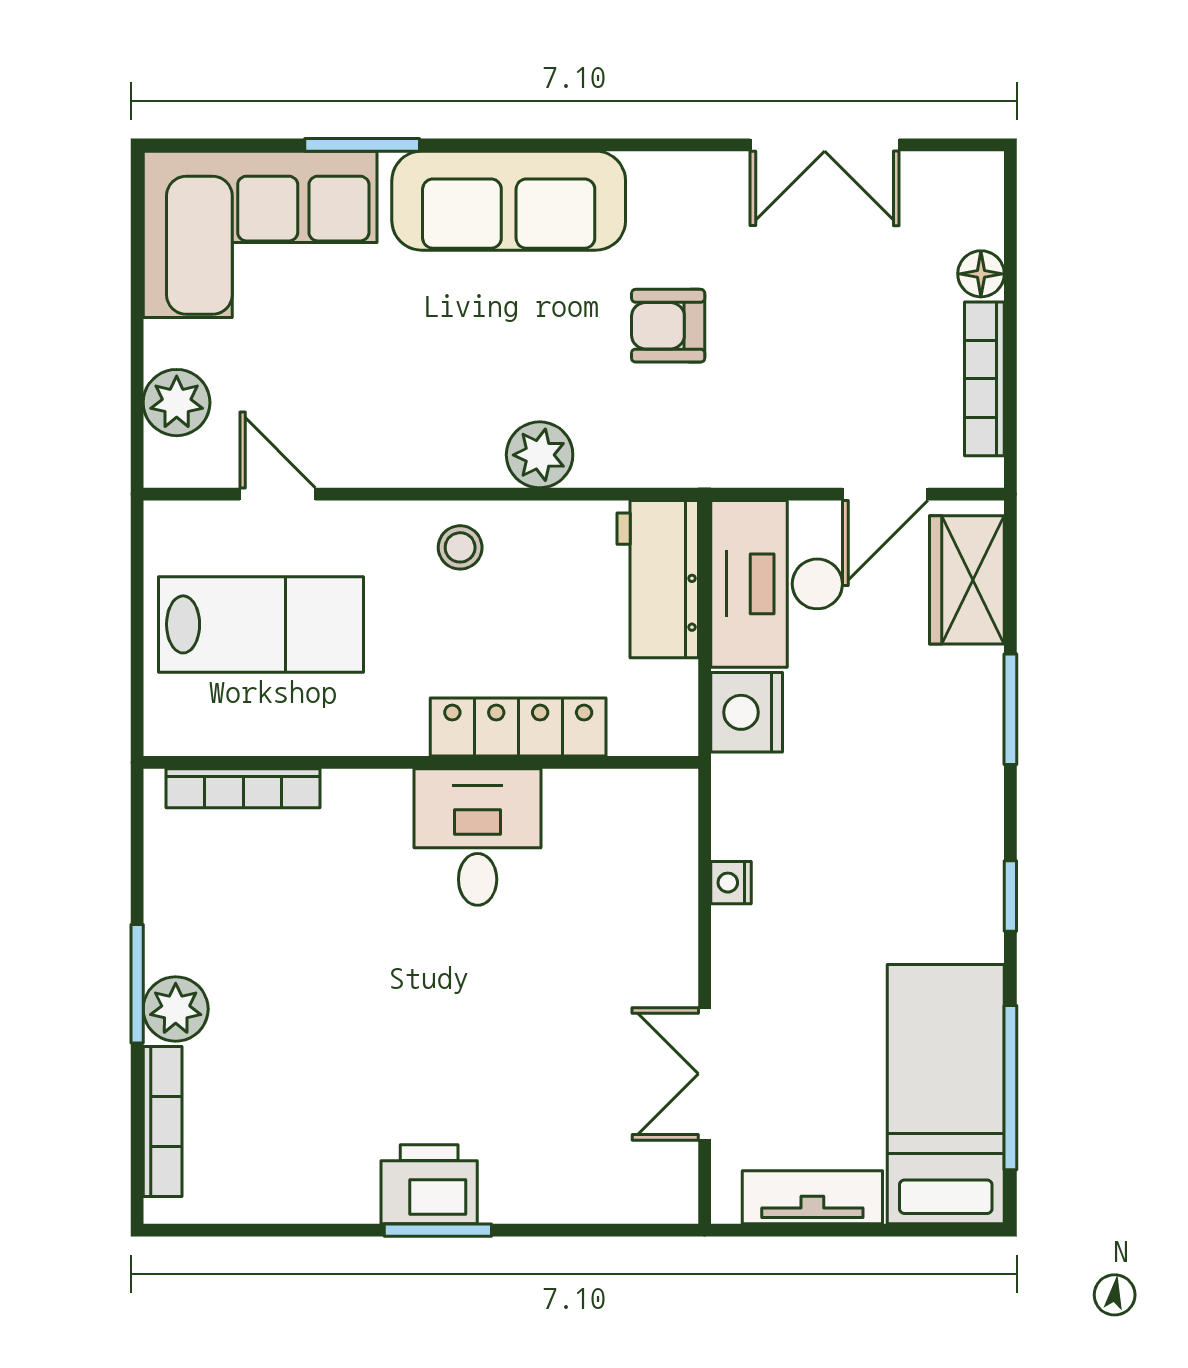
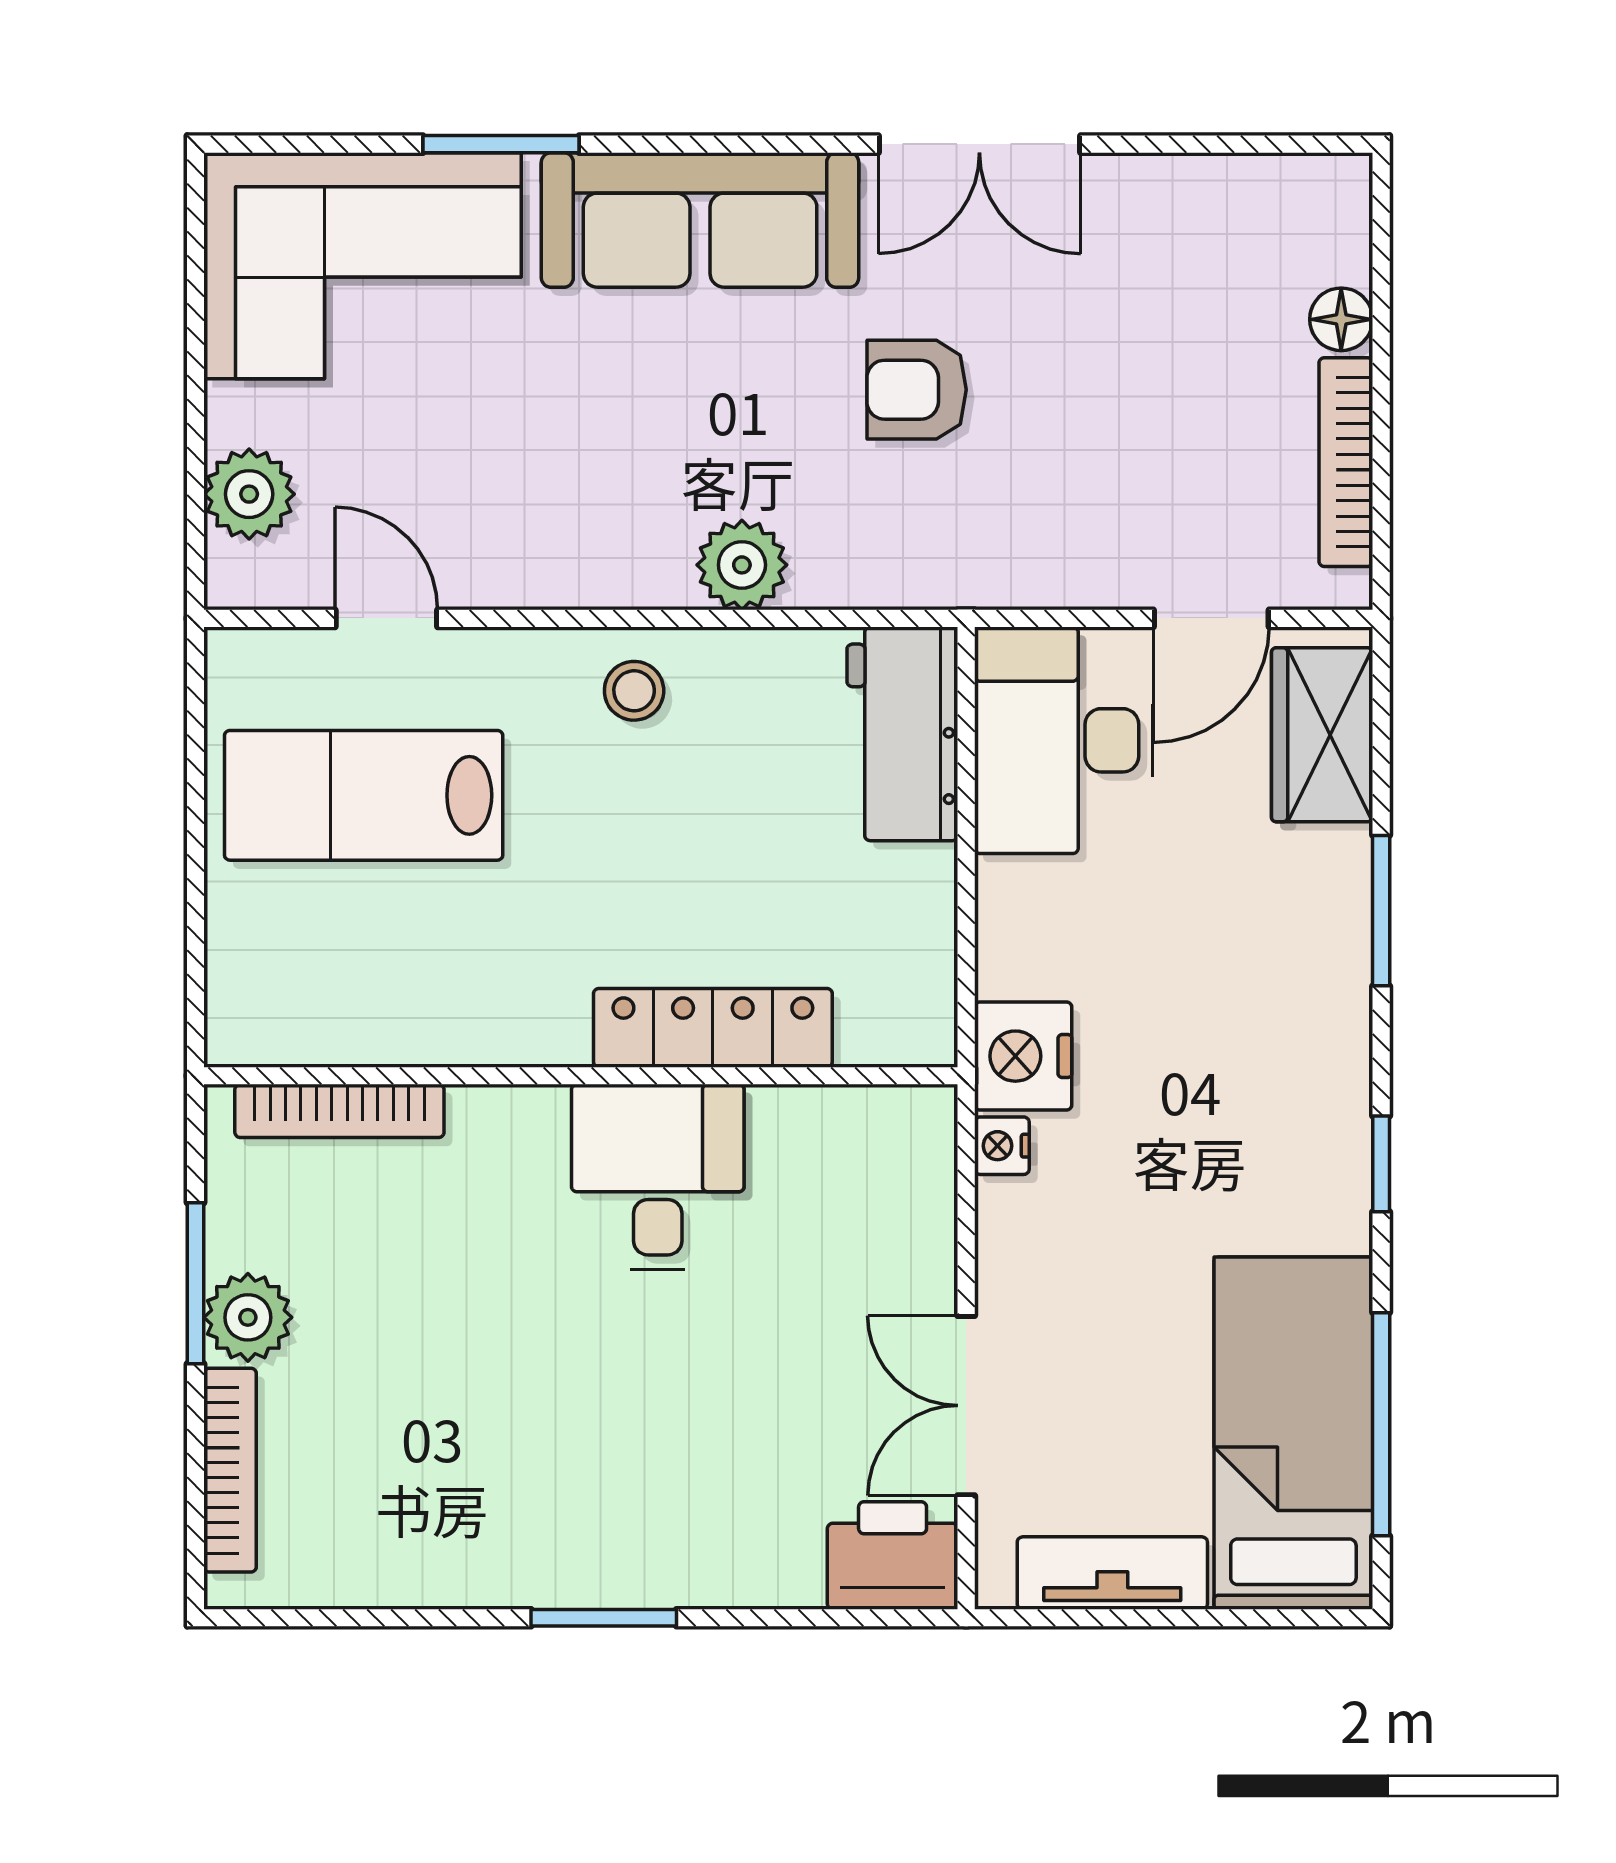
double door: (825, 145) -> (979, 144), moved
lab bench: (261, 624) -> (364, 795), turned 180
nightstand: (747, 712) -> (1023, 1056), moved
locker: (518, 727) -> (713, 1028), moved
wall: (421, 762) -> (581, 1076), moved
bookcase: (243, 788) -> (339, 1111), moved
desk: (478, 837) -> (658, 1177), moved
printer: (429, 1184) -> (893, 1555), moved

